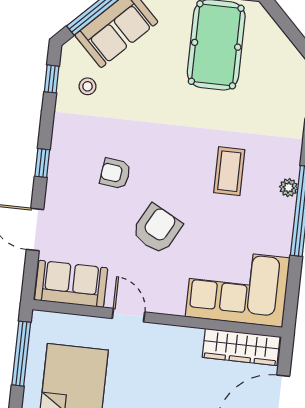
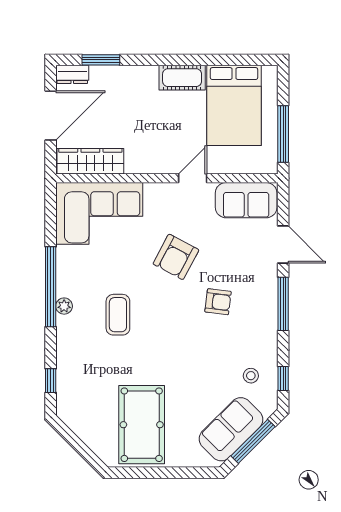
window: (42, 163) -> (283, 304), width x2.17
door: (129, 315) -> (193, 178), swing flipped

